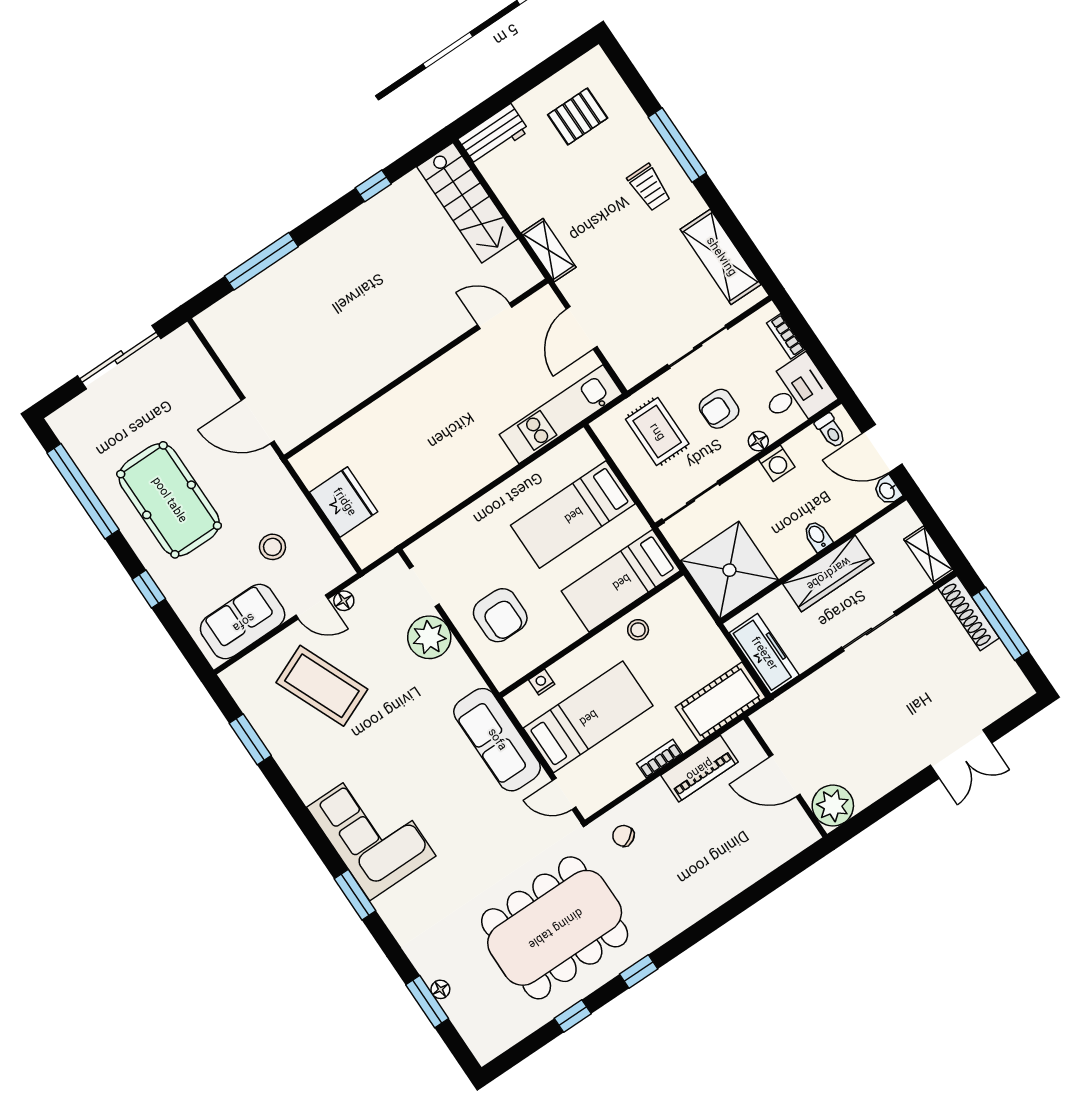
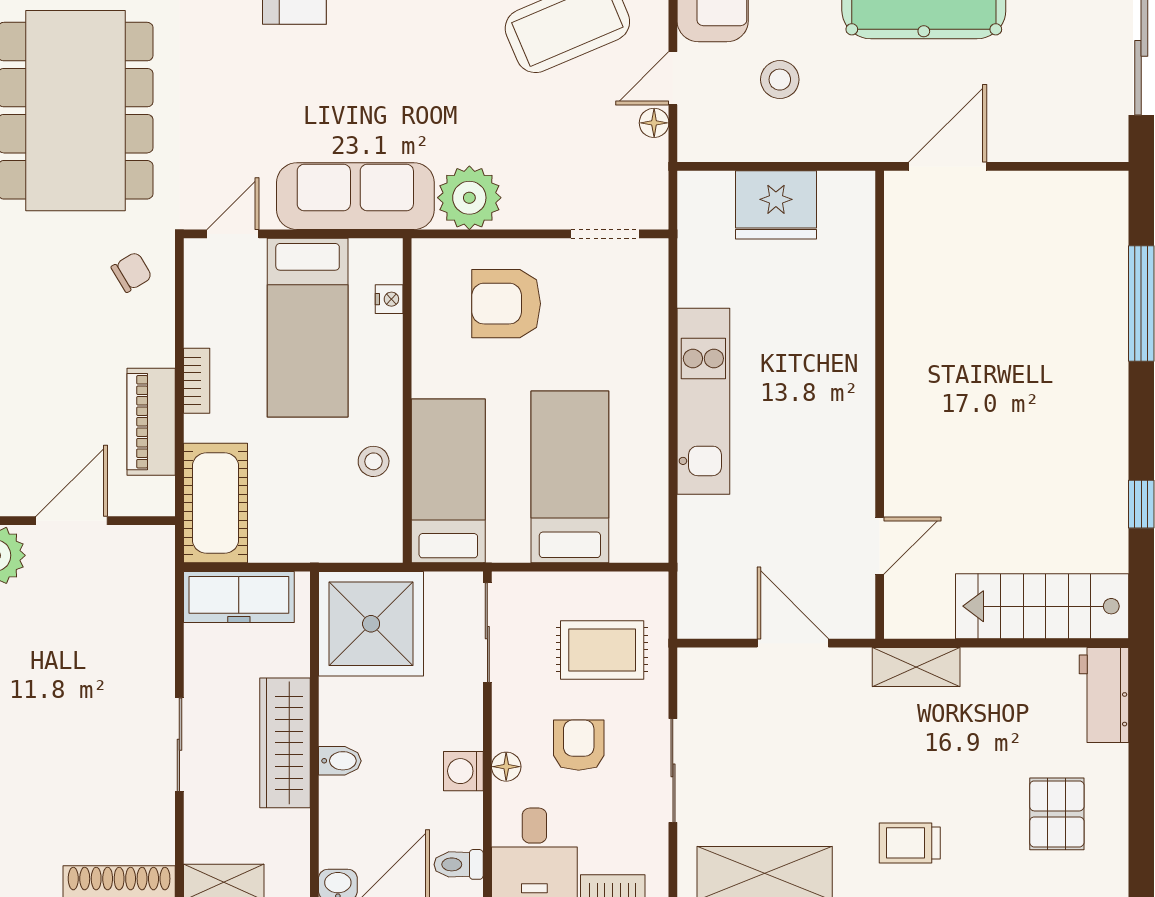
kitchen unit: (561, 414) -> (703, 401), moved
plant: (429, 637) -> (469, 198), moved

